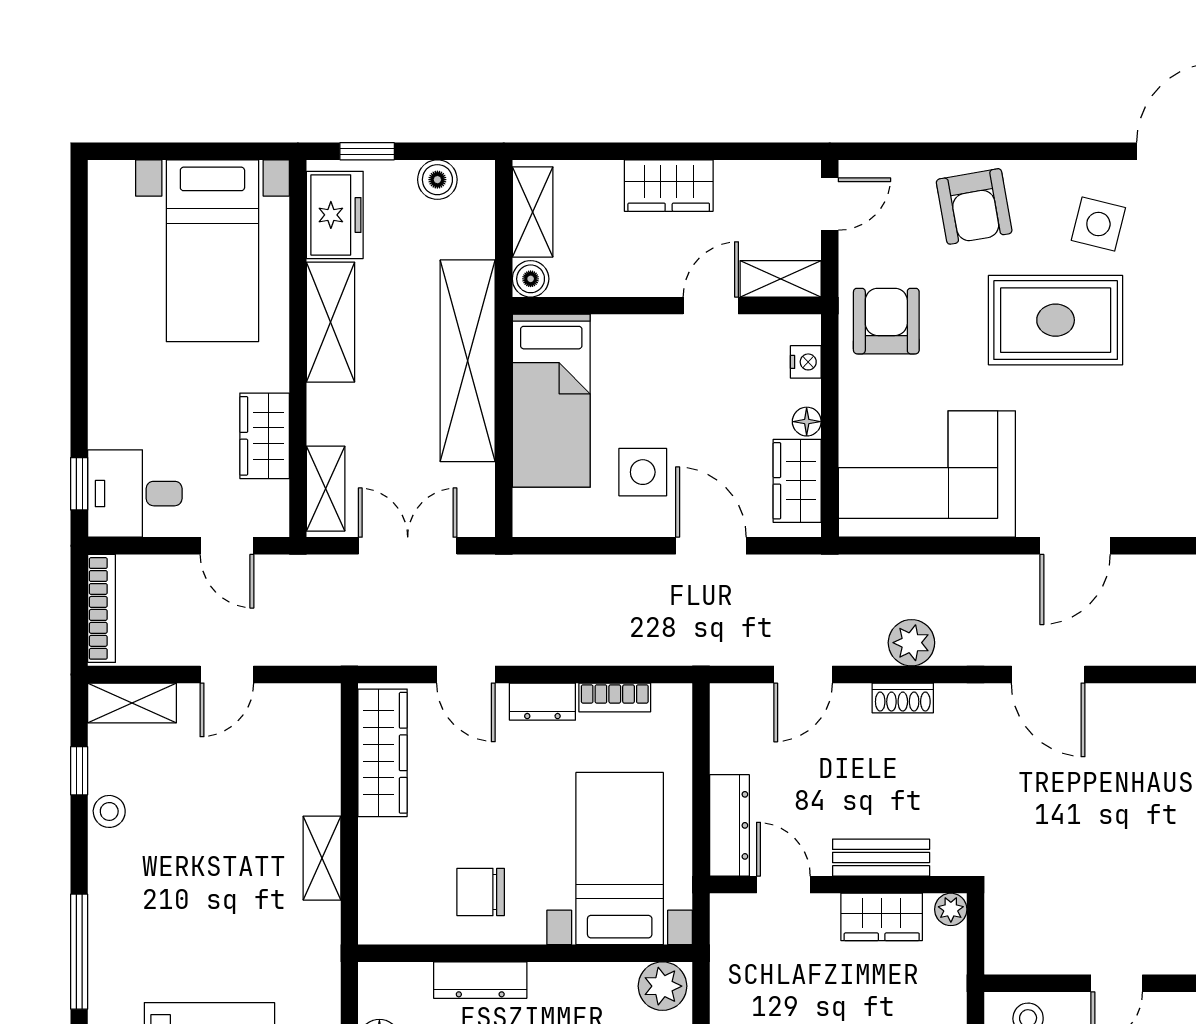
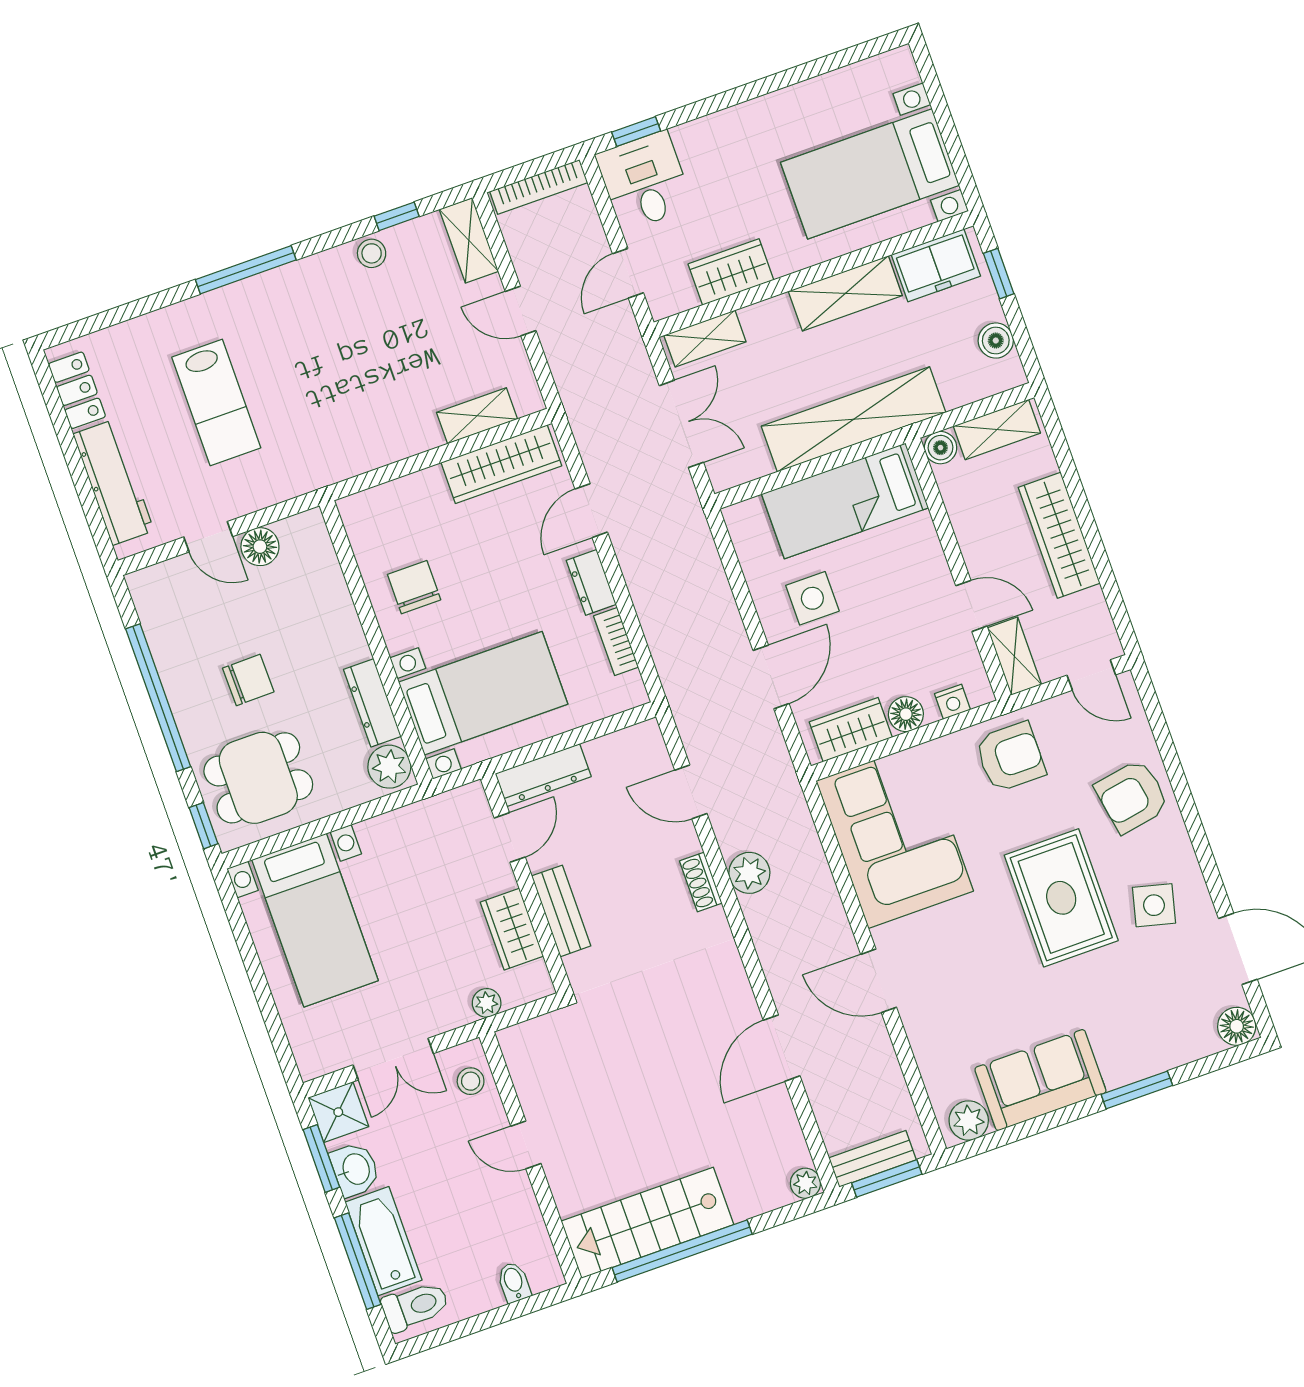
wardrobe: (669, 186) -> (1059, 535), width x1.50
floor lamp: (807, 422) -> (906, 714), width x1.37, depth x1.37
door: (1048, 674) -> (782, 1048), moved
shelving: (322, 858) -> (477, 416), moved
plant: (951, 909) -> (487, 1003), moved
dresser: (480, 980) -> (372, 703), moved

